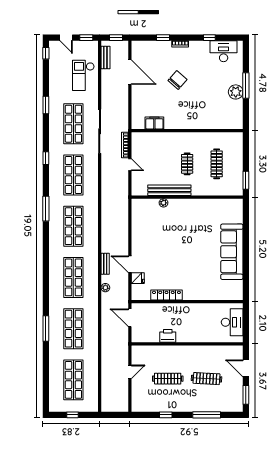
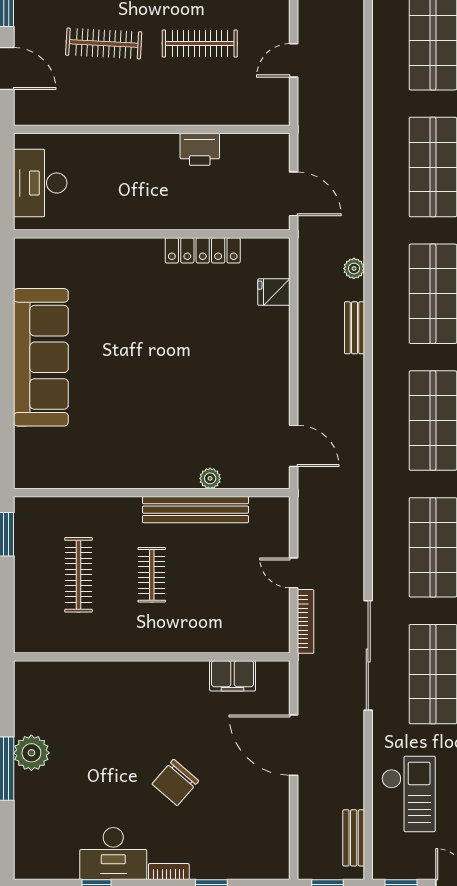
desk: (224, 51) -> (113, 854), moved
door: (130, 72) -> (294, 745), moved
door: (130, 264) -> (294, 446), moved

